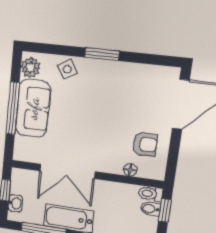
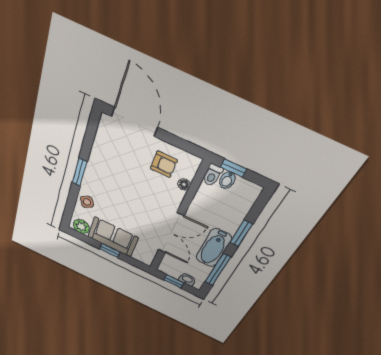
window: (13, 108) -> (110, 250), width x0.46
armchair: (145, 144) -> (164, 164), turned 90

